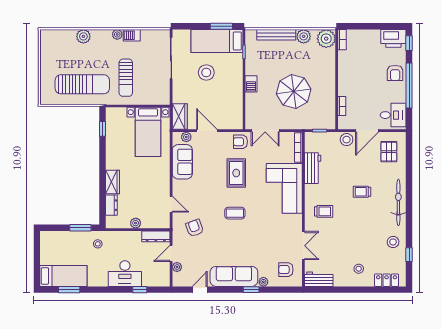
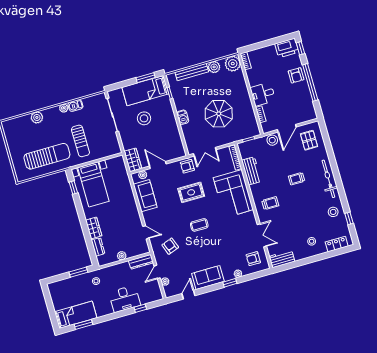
desk: (393, 115) -> (263, 94), moved, turned 180
bed with nightstands: (148, 132) -> (93, 184), moved
rug: (236, 173) -> (191, 192), turned 90
sofa: (234, 276) -> (208, 278), width x0.73

